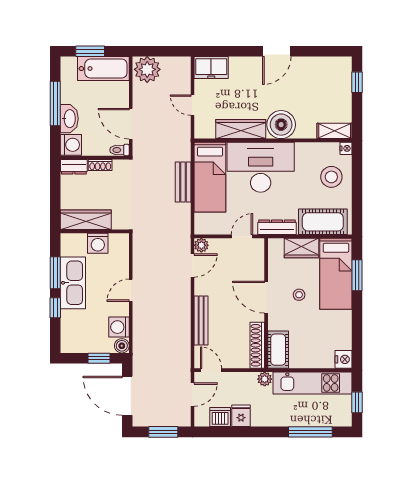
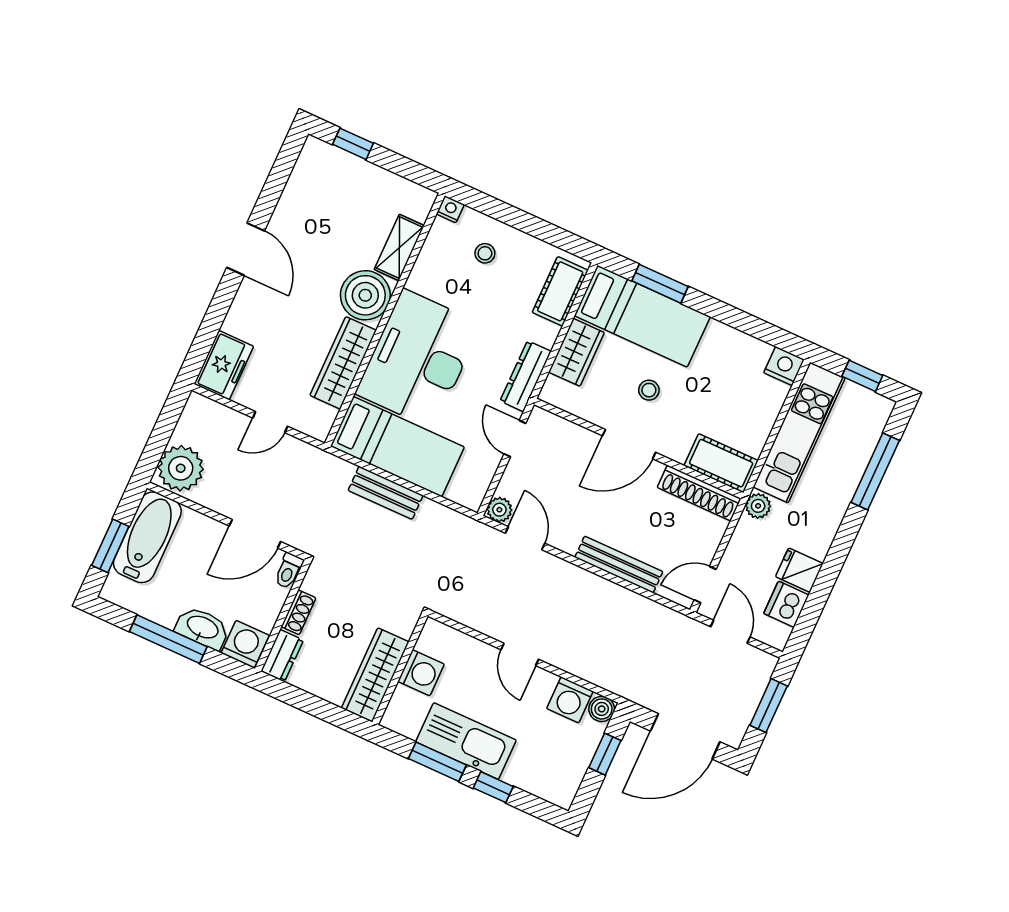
shelving: (335, 131) -> (399, 248), moved
stool: (331, 177) -> (485, 253), width x0.53, depth x0.53
cot: (323, 222) -> (560, 291), width x0.73, depth x0.75

